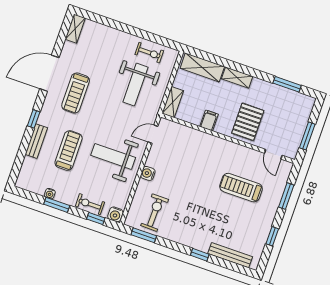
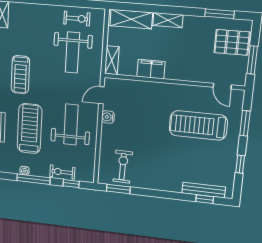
filing cabinet: (209, 120) -> (151, 69), width x2.00
pallet: (248, 122) -> (232, 42), moved, turned 90
treadmill: (69, 150) -> (30, 129), width x1.37, depth x1.38
weight bench: (113, 156) -> (71, 125), turned 90
water cooler: (148, 173) -> (108, 117), moved
treadmill: (241, 188) -> (198, 125), width x1.37, depth x1.38
window: (57, 205) -> (33, 179), width x1.44
water cooler: (115, 214) -> (88, 176), removed
window: (200, 255) -> (205, 199), moved

